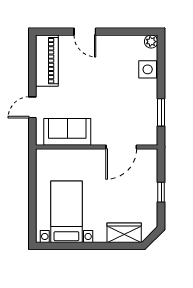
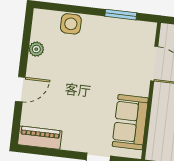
plant: (151, 42) -> (36, 49), moved
piano: (47, 61) -> (40, 138), width x0.73, depth x0.75

